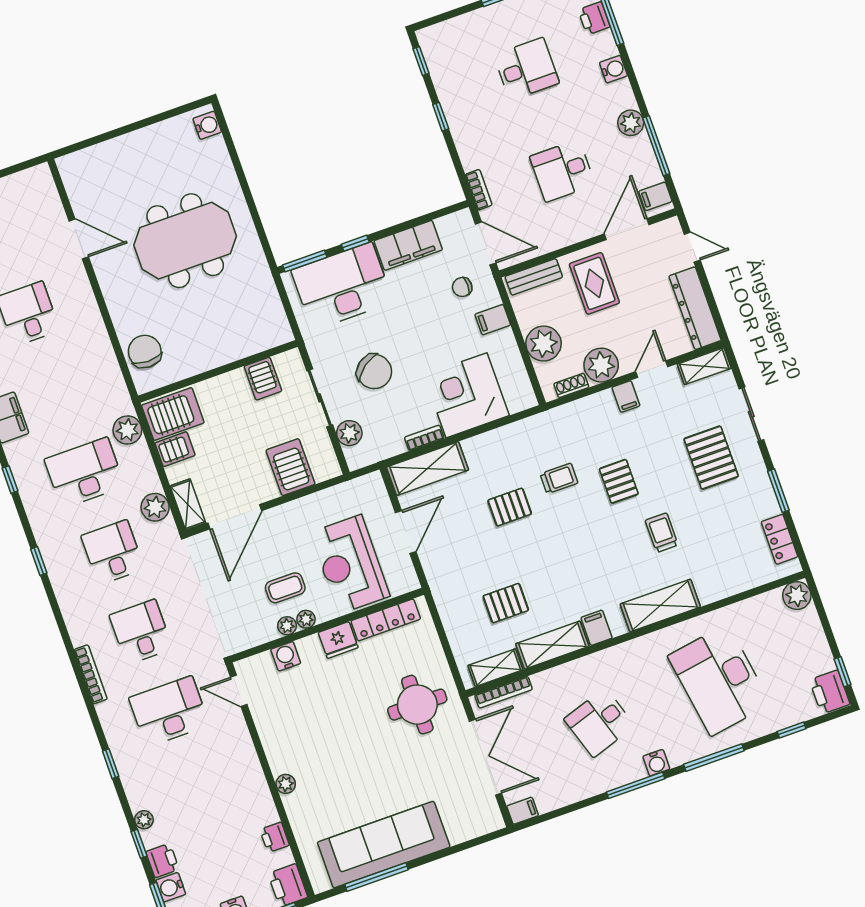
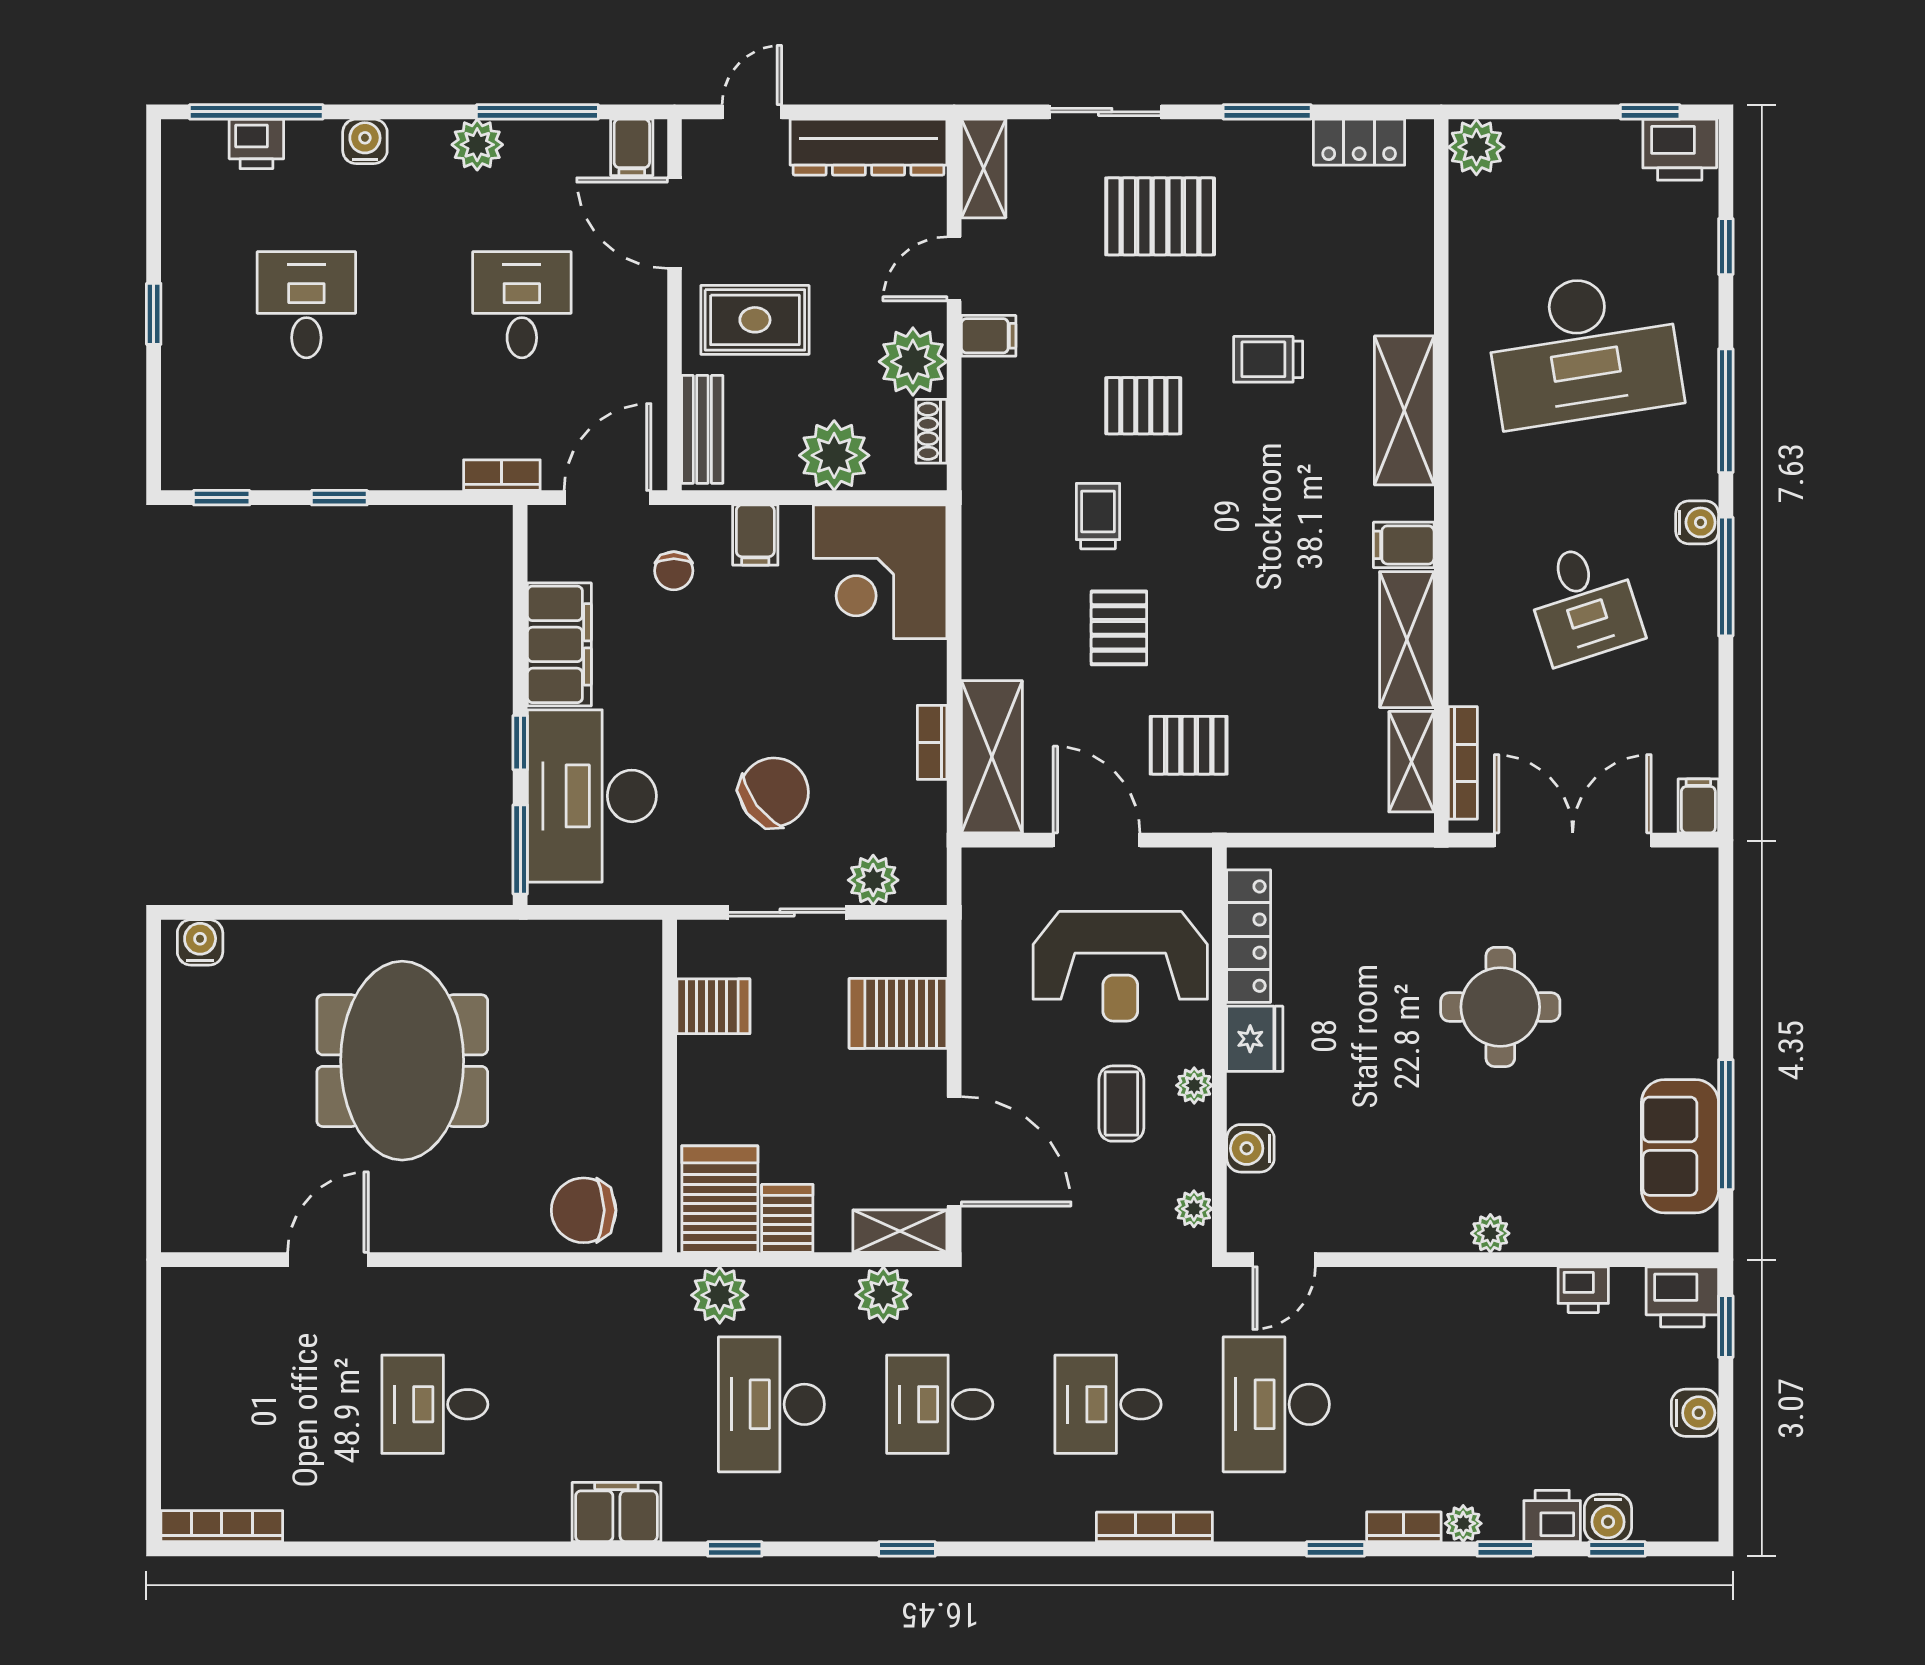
desk: (562, 171) -> (522, 305), turned 180
door: (652, 369) -> (954, 269), hinge flipped
corner desk: (467, 395) -> (880, 572), moved
pallet: (506, 603) -> (1189, 745), moved, turned 90
plant: (287, 626) -> (1194, 1209), moved
round table: (417, 705) -> (1500, 1007), moved
bookcase: (132, 792) -> (1404, 1527), added
sofa: (384, 845) -> (1680, 1146), width x0.54, depth x0.79

